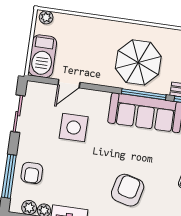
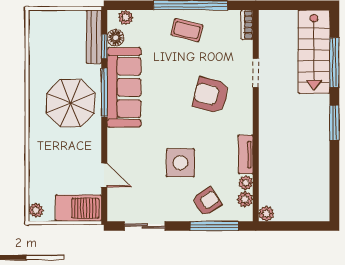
side table: (74, 128) -> (180, 163), moved
armchair: (32, 173) -> (207, 202), turned -34

